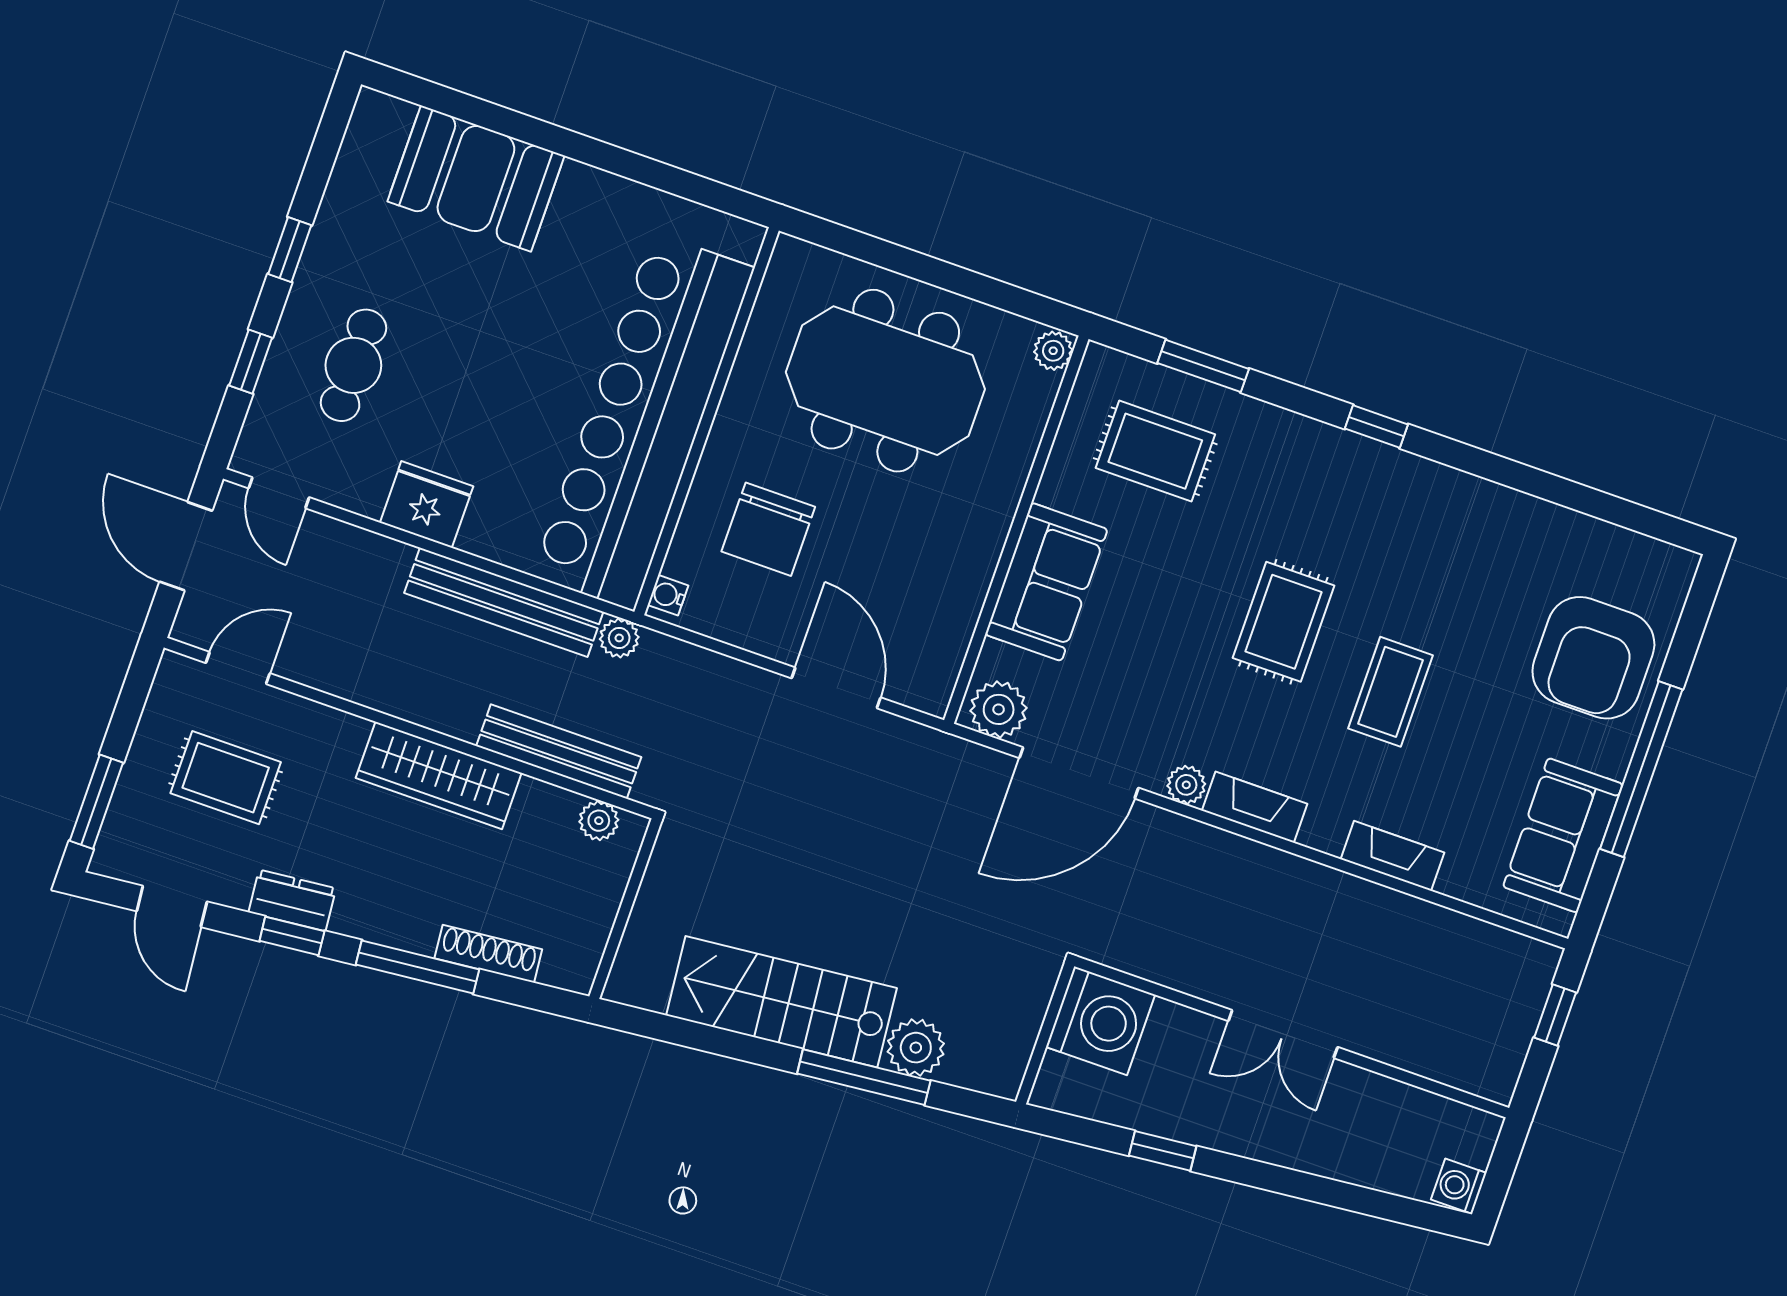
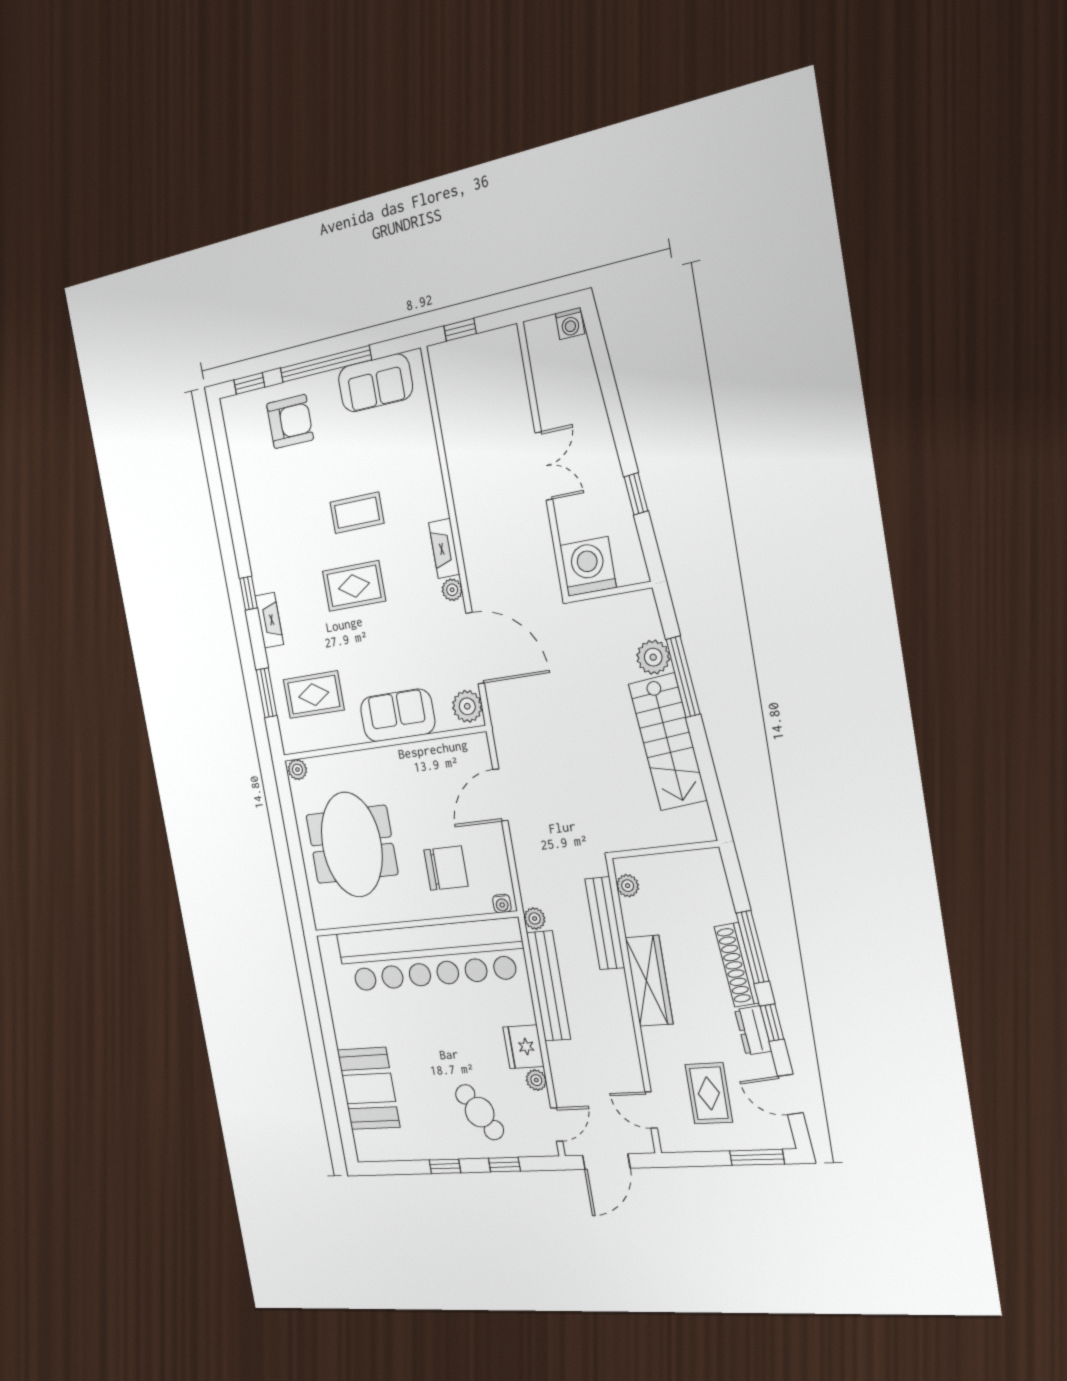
cafe table: (353, 365) -> (480, 1112), turned 57
rug: (1155, 451) -> (314, 695), turned 90
plant: (364, 497) -> (536, 1080), added
window: (1693, 621) -> (249, 383), added
armchair: (1593, 658) -> (290, 422), width x0.73, depth x0.73
fireplace: (1392, 856) -> (269, 620), moved, turned 180
door: (172, 906) -> (790, 1094), swing flipped
shoe rack: (488, 954) -> (737, 965), moved, width x1.36, depth x1.24

